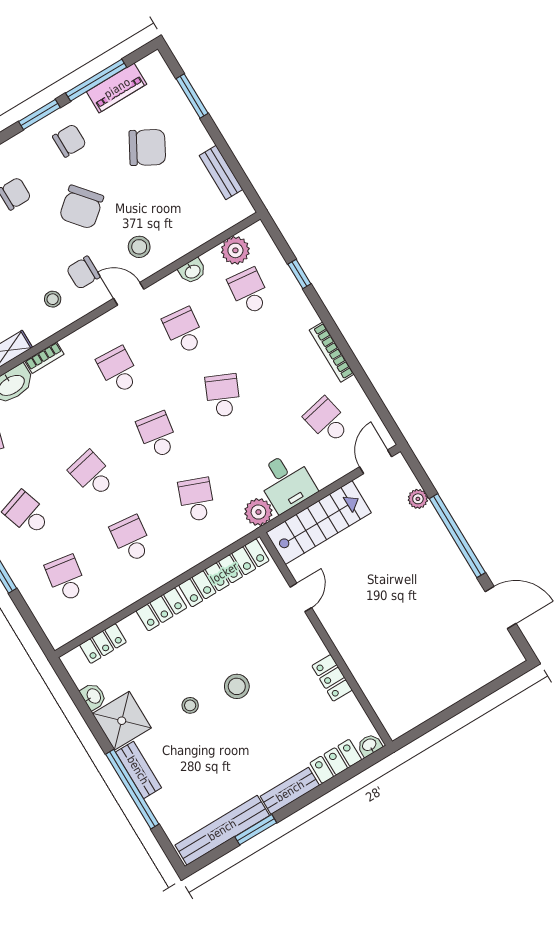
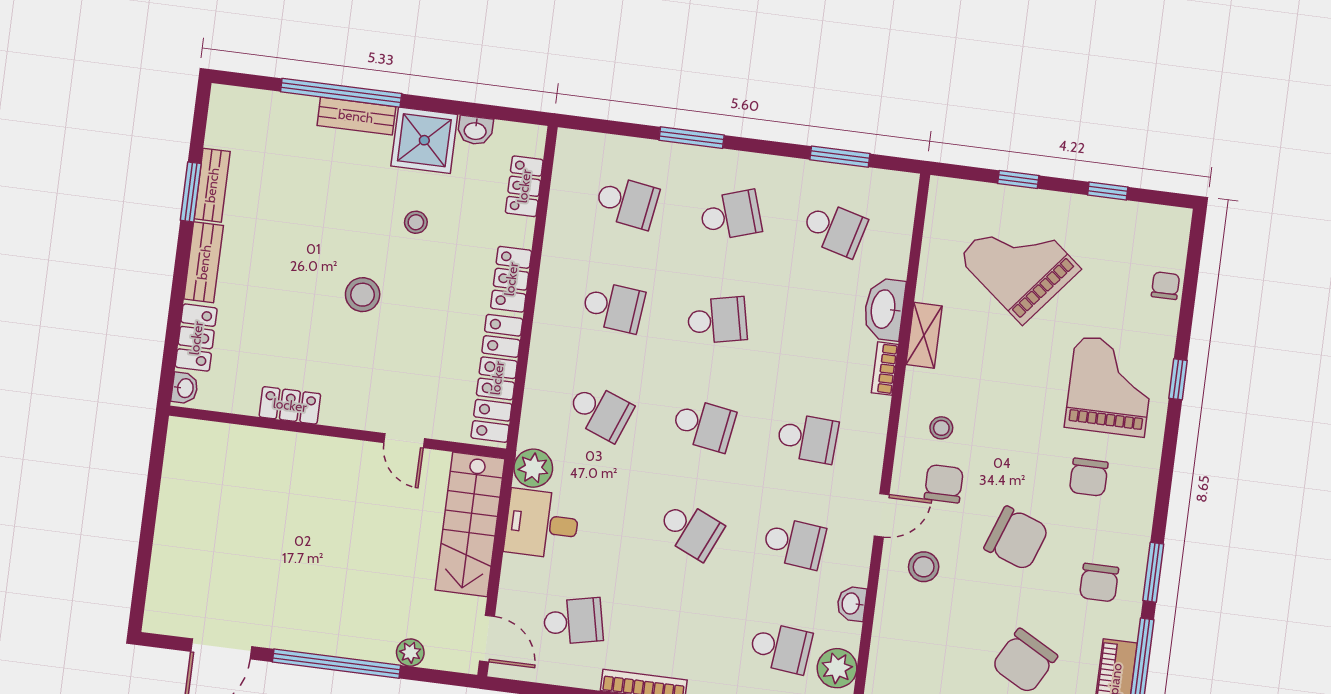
chair: (81, 207) -> (1016, 538), turned 150
stool: (190, 705) -> (416, 222), moved
bench: (222, 830) -> (212, 185), width x0.54, depth x0.82

